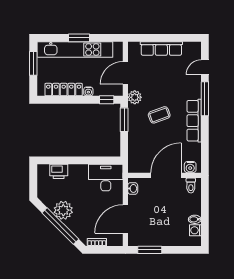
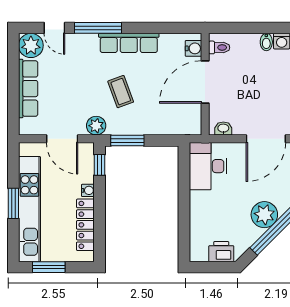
plant: (192, 50) -> (31, 45), added
printer: (59, 171) -> (221, 252), moved, turned -90
door: (166, 175) -> (205, 82), hinge flipped
plant: (63, 210) -> (264, 215), moved
door: (125, 219) -> (266, 139), hinge flipped

